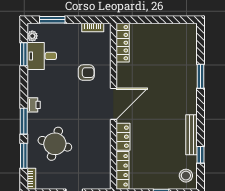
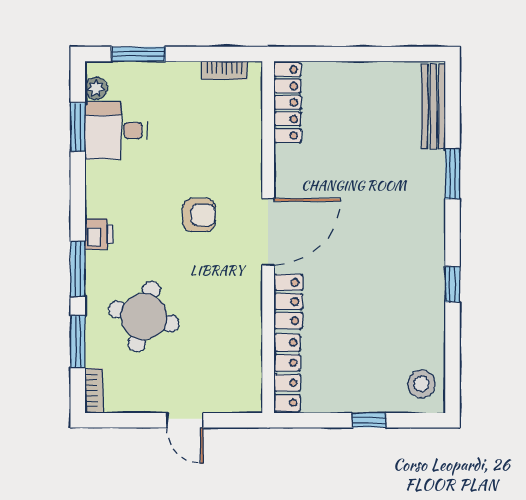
armchair: (86, 73) -> (199, 215), moved
bench: (192, 135) -> (433, 107), moved
window: (201, 155) -> (453, 284), moved

